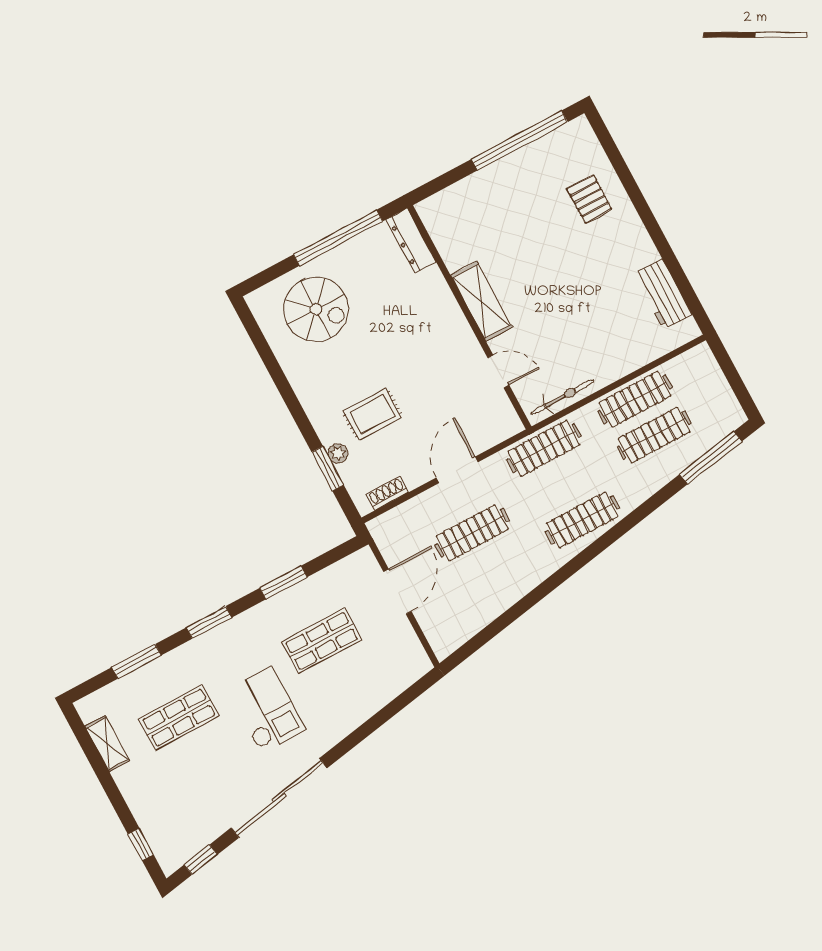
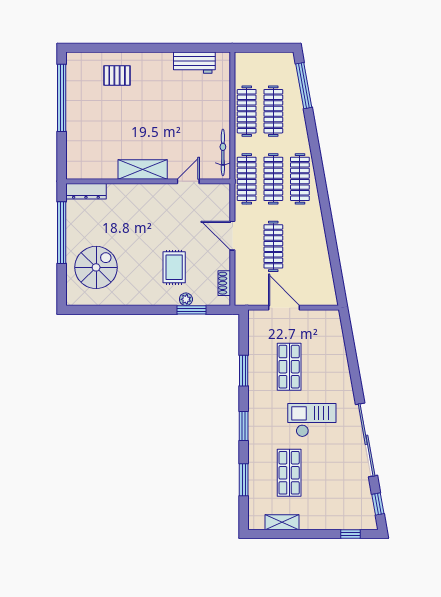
clothes rail: (563, 484) -> (273, 179), added

